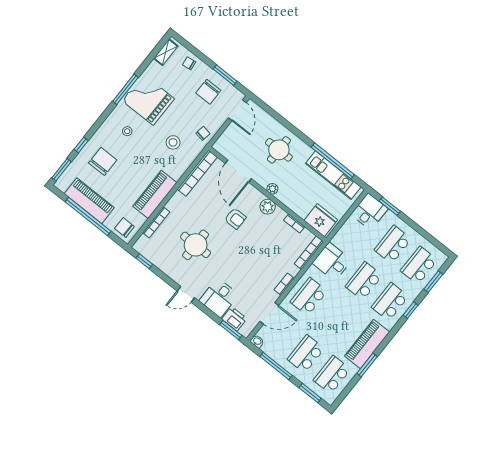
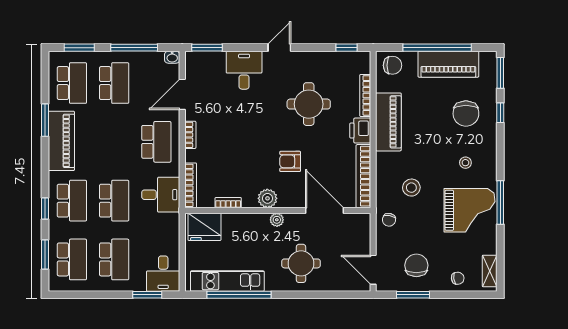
printer: (234, 319) -> (360, 131), moved, turned 90

